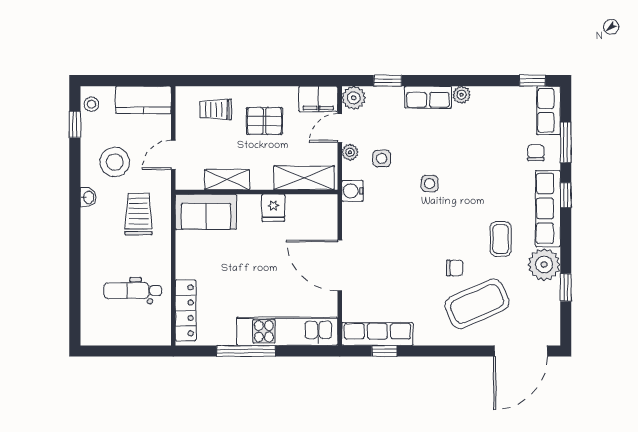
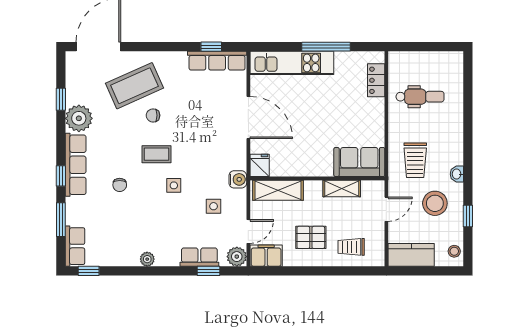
row of seats: (428, 97) -> (199, 257), moved
trolley: (216, 109) -> (351, 247), turned 180
window: (75, 124) -> (468, 216), moved
plant: (350, 152) -> (240, 211), removed
chair: (536, 153) -> (120, 185), moved
fridge: (273, 208) -> (260, 165), moved
coffee table: (501, 239) -> (156, 154), moved, turned 90
locker: (186, 310) -> (376, 80), width x0.66

